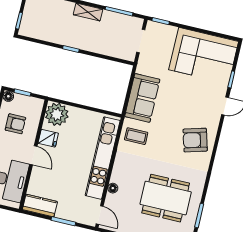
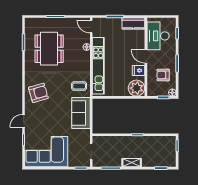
dining table: (166, 198) -> (49, 49), turned 90

